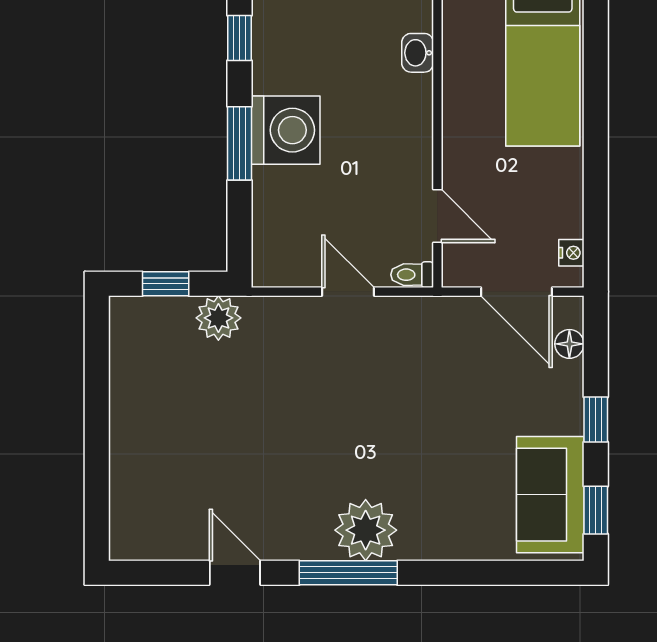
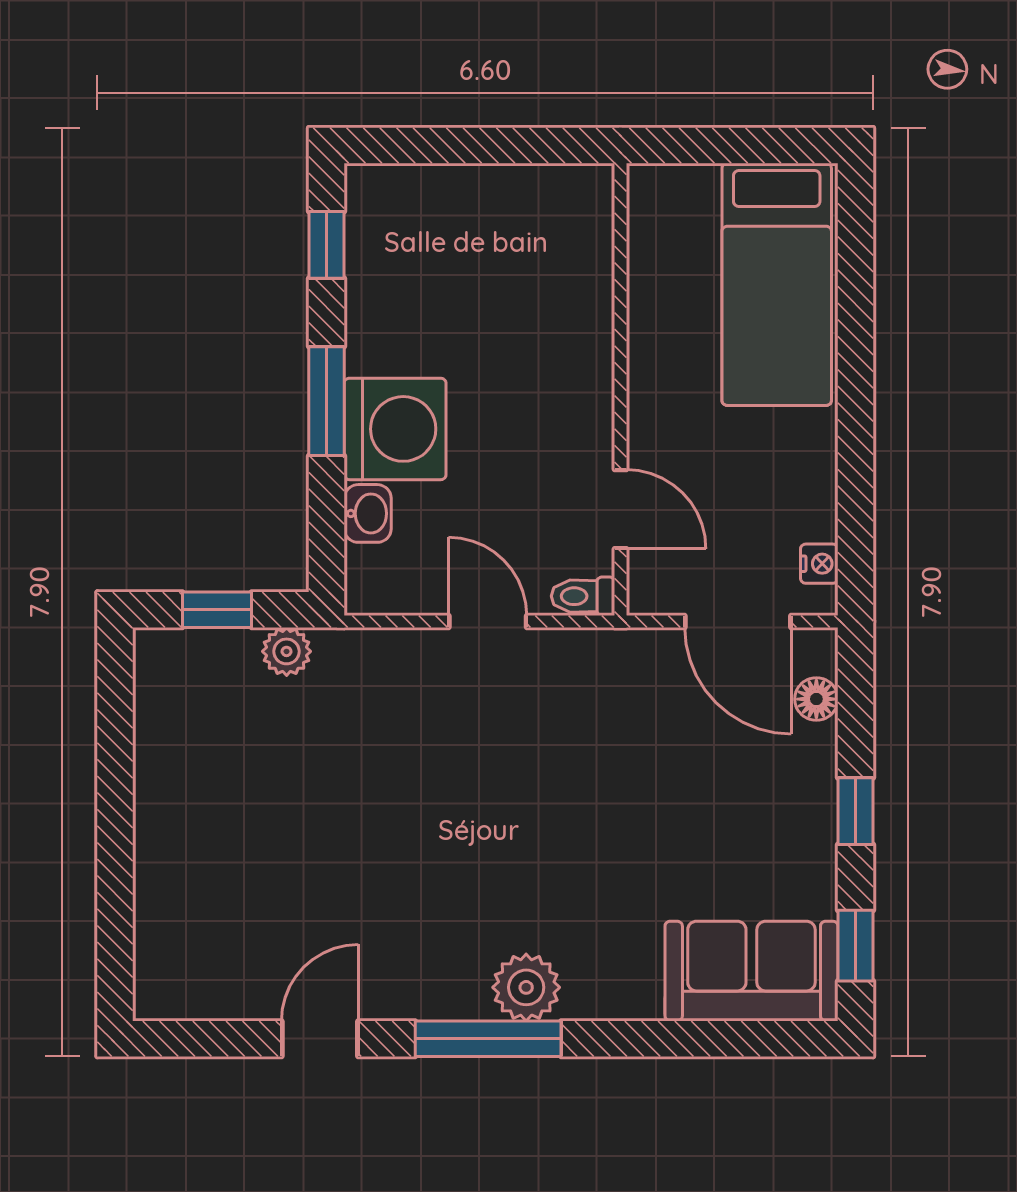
washbasin: (418, 53) -> (368, 513), moved, turned 180
washing machine: (286, 130) -> (395, 429), moved
plant: (218, 318) -> (287, 651), width x0.73, depth x0.73
sofa: (550, 495) -> (751, 971), moved, turned 90
plant: (366, 530) -> (526, 987), width x0.73, depth x0.73
door: (235, 573) -> (320, 1039), hinge flipped

